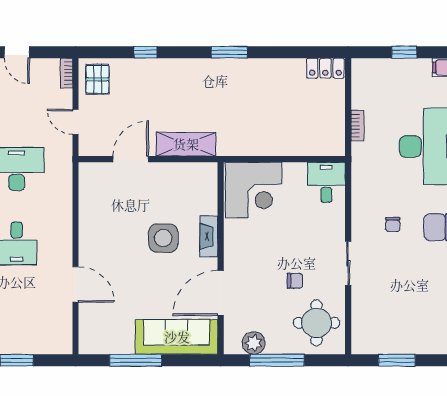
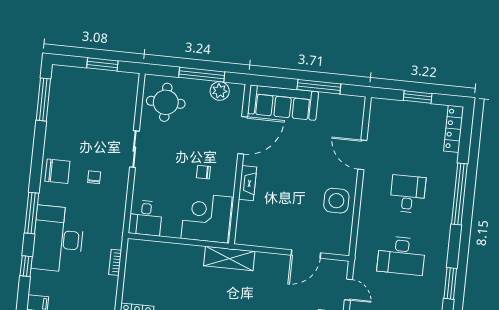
shelving: (186, 144) -> (229, 258), moved
side table: (163, 238) -> (336, 201), moved
chair: (295, 281) -> (203, 172), moved

